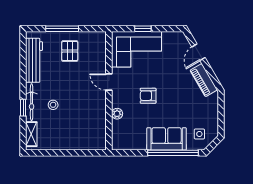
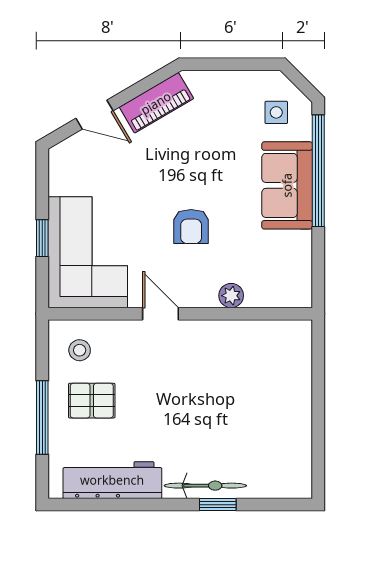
door: (109, 82) -> (160, 314), swing flipped
stool: (53, 105) -> (80, 350), moved
shelving: (31, 134) -> (276, 486), removed

